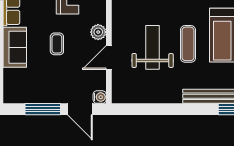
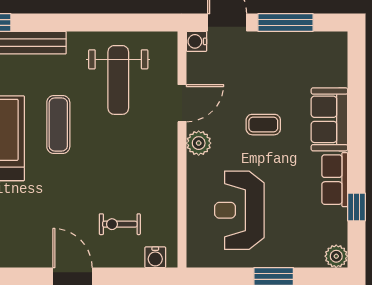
coffee table: (57, 44) -> (263, 125), turned 90
weight bench: (153, 47) -> (118, 80), moved

